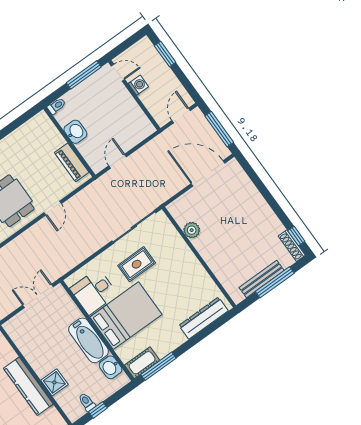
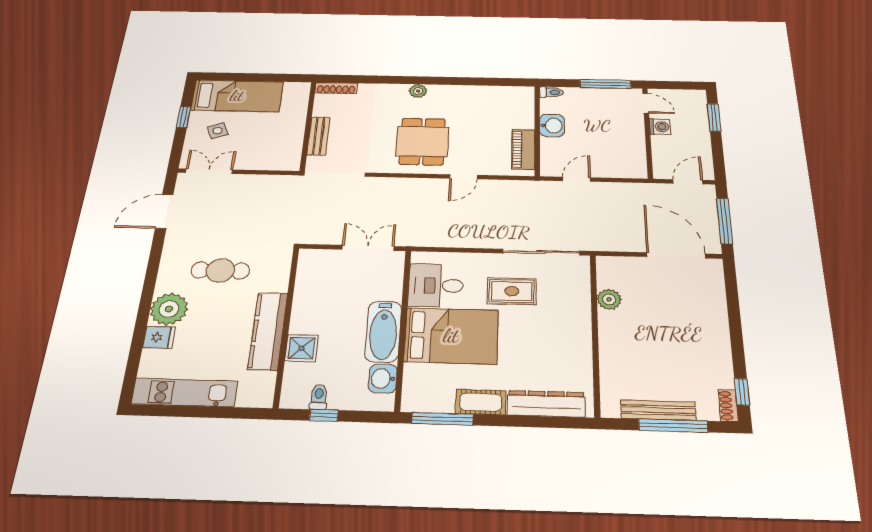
shoe rack: (292, 246) -> (728, 406), width x0.70
cot: (142, 363) -> (481, 402), moved

